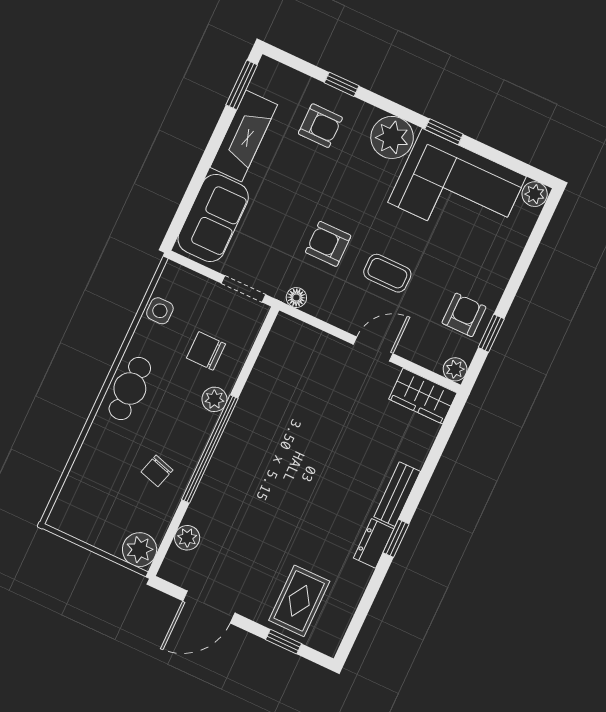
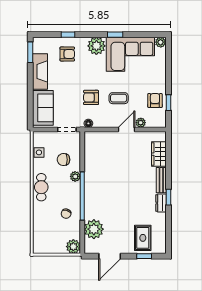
plant: (455, 369) -> (141, 123), moved
wardrobe: (423, 396) -> (159, 154), moved, turned 90
plant: (187, 538) -> (94, 229), width x1.87, depth x1.87

